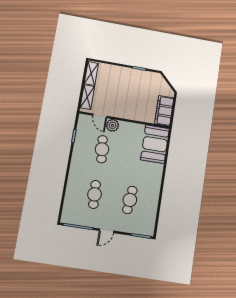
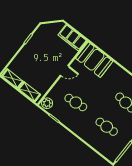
door: (100, 116) -> (65, 71), moved
plant: (112, 125) -> (47, 103), moved

